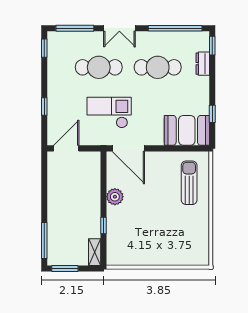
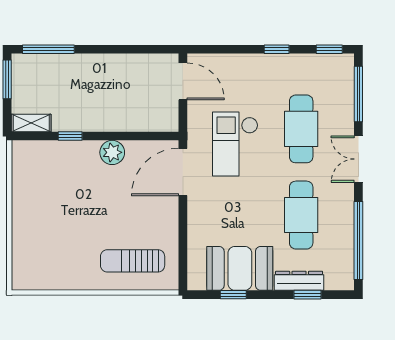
window: (212, 46) -> (307, 295), moved
dresser: (203, 64) -> (299, 281), width x1.44
window: (44, 107) -> (277, 49), moved
checkout: (109, 113) -> (235, 144), turned 180
booth: (187, 130) -> (240, 268), moved, turned 90
sun lounger: (189, 183) -> (133, 261), turned 180

